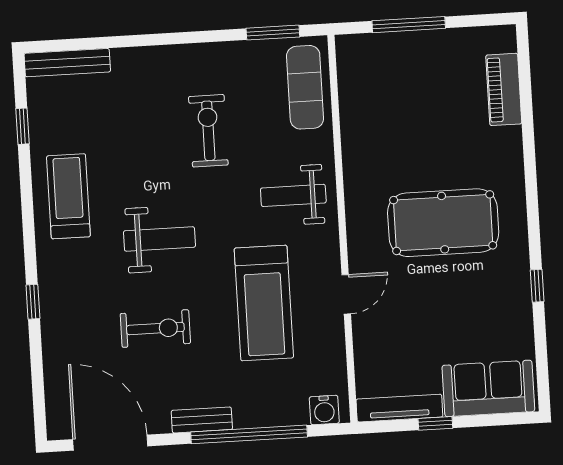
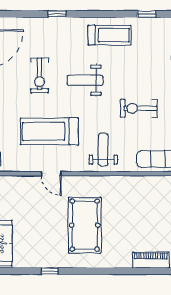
exercise bike: (208, 131) -> (139, 108), turned 180
weight bench: (159, 239) -> (85, 80), turned 90

